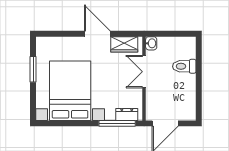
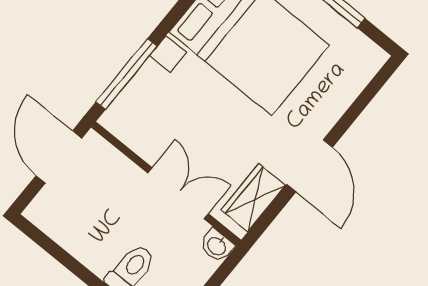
door: (97, 34) -> (310, 166), hinge flipped
dresser: (127, 114) -> (128, 103), removed

